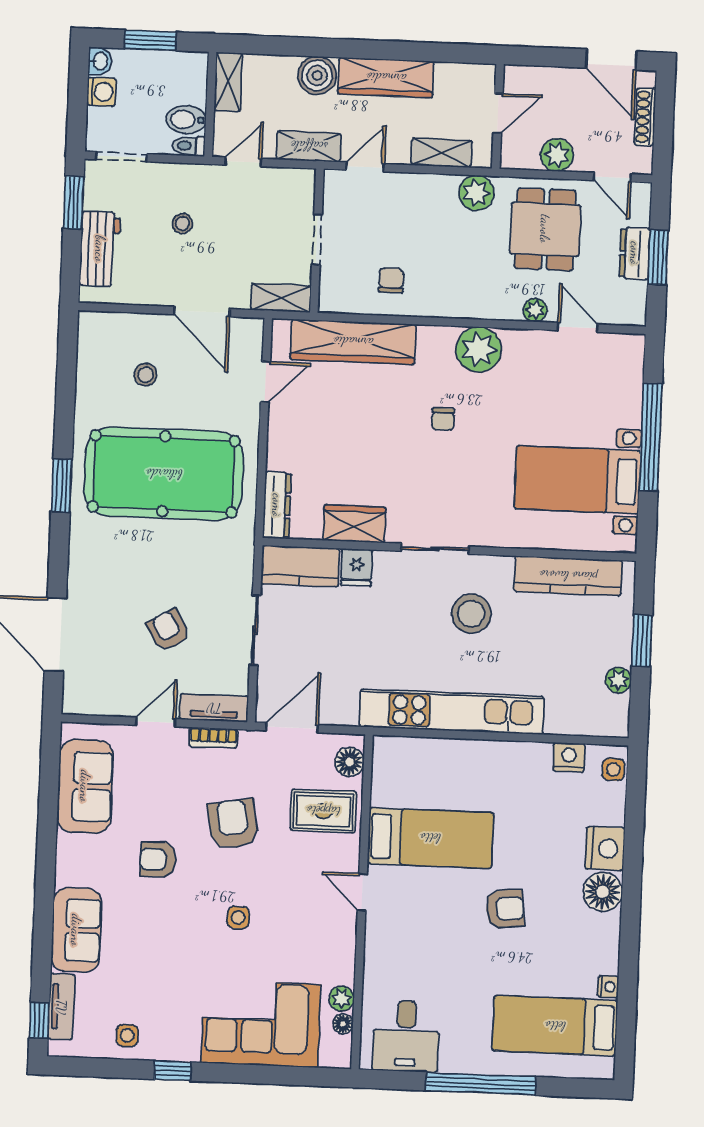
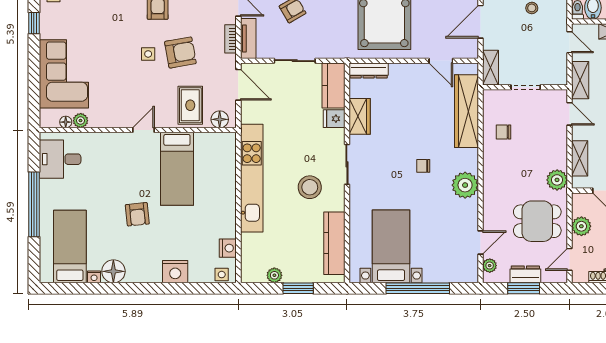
chair: (391, 280) -> (504, 132), turned 180
plant: (535, 310) -> (490, 266), moved
floor lamp: (603, 892) -> (113, 271), moved
side table: (238, 918) -> (148, 54), moved

